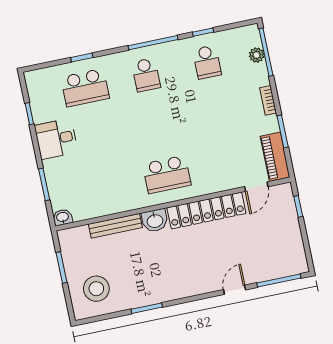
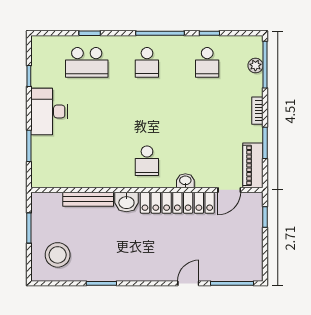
desk: (56, 139) -> (49, 111), width x1.37
school desk: (167, 174) -> (147, 161), width x0.54
washbasin: (63, 217) -> (185, 181), moved

